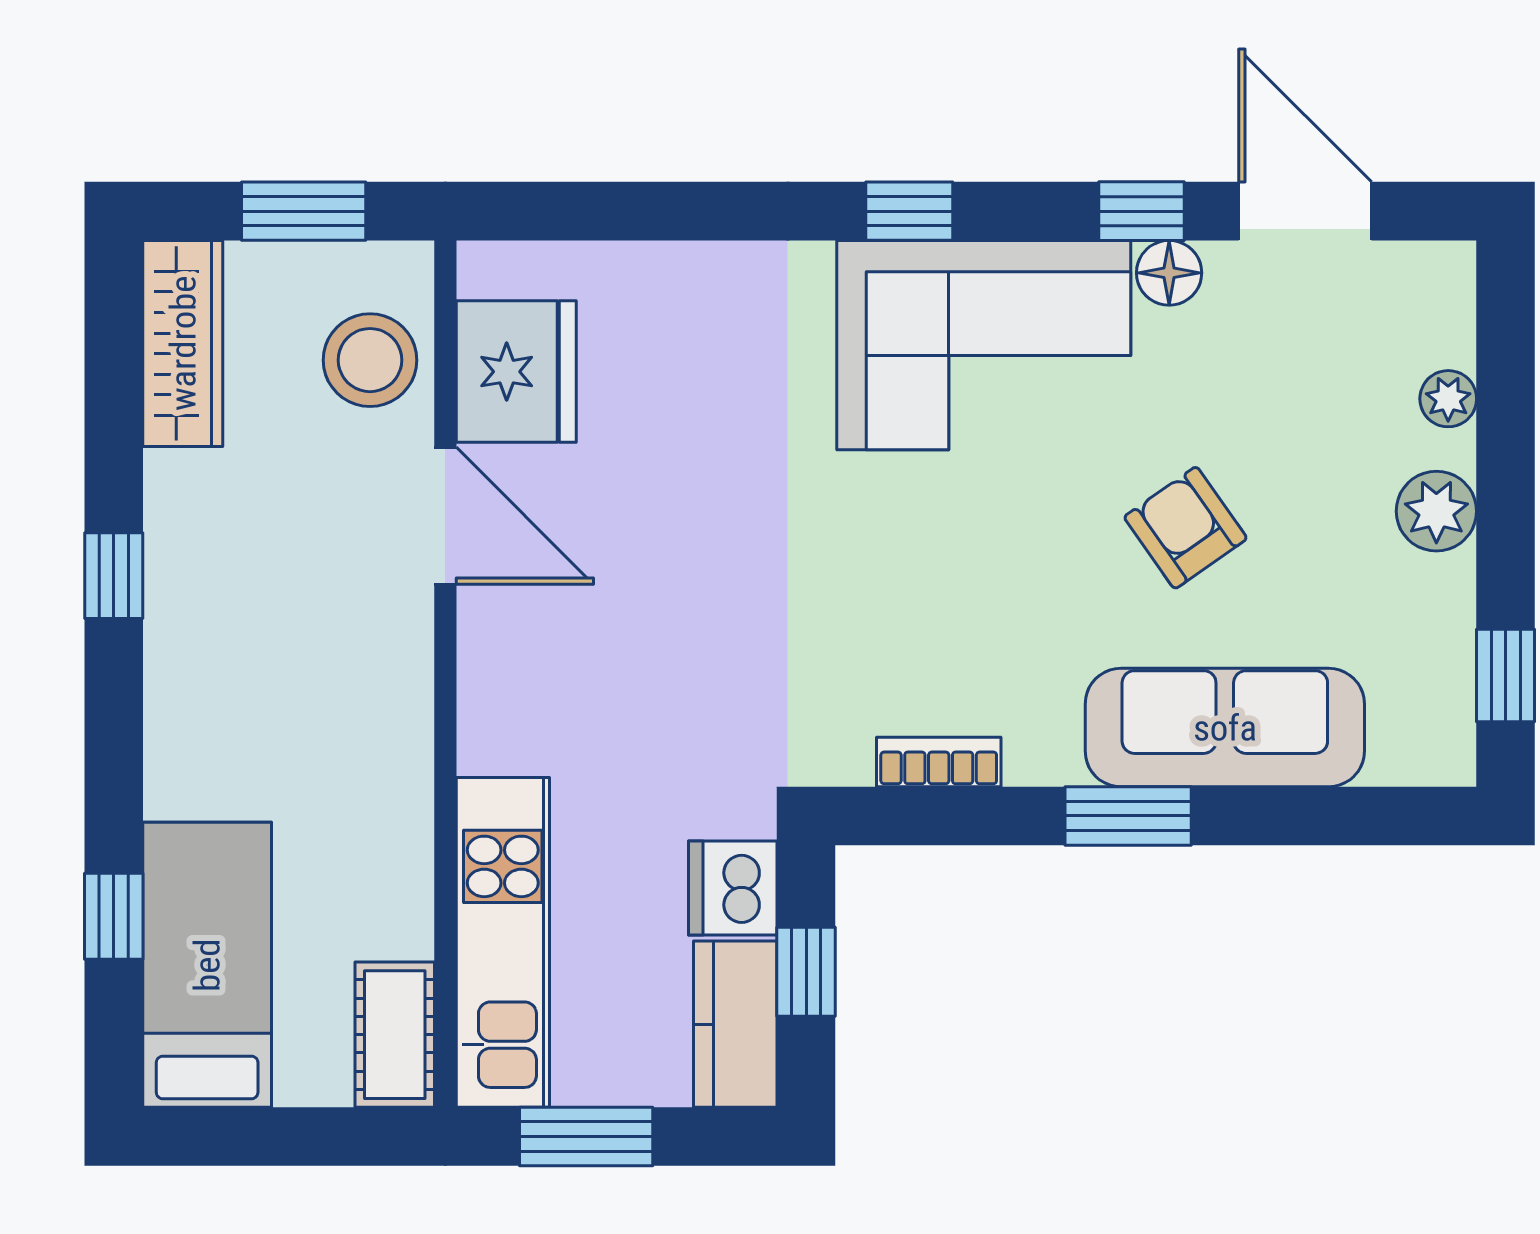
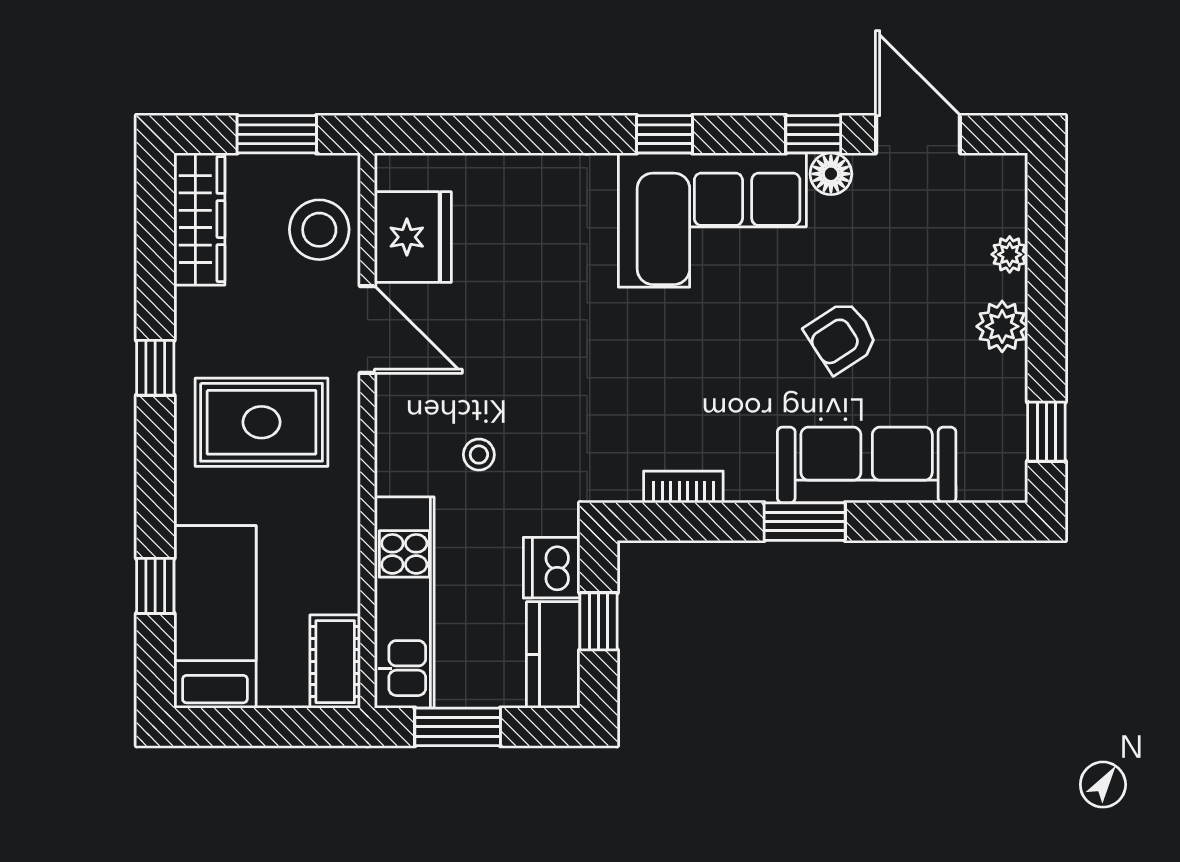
armchair: (1186, 528) -> (841, 337), turned -88
rug: (280, 661) -> (261, 422), added
stool: (619, 711) -> (479, 455), added

